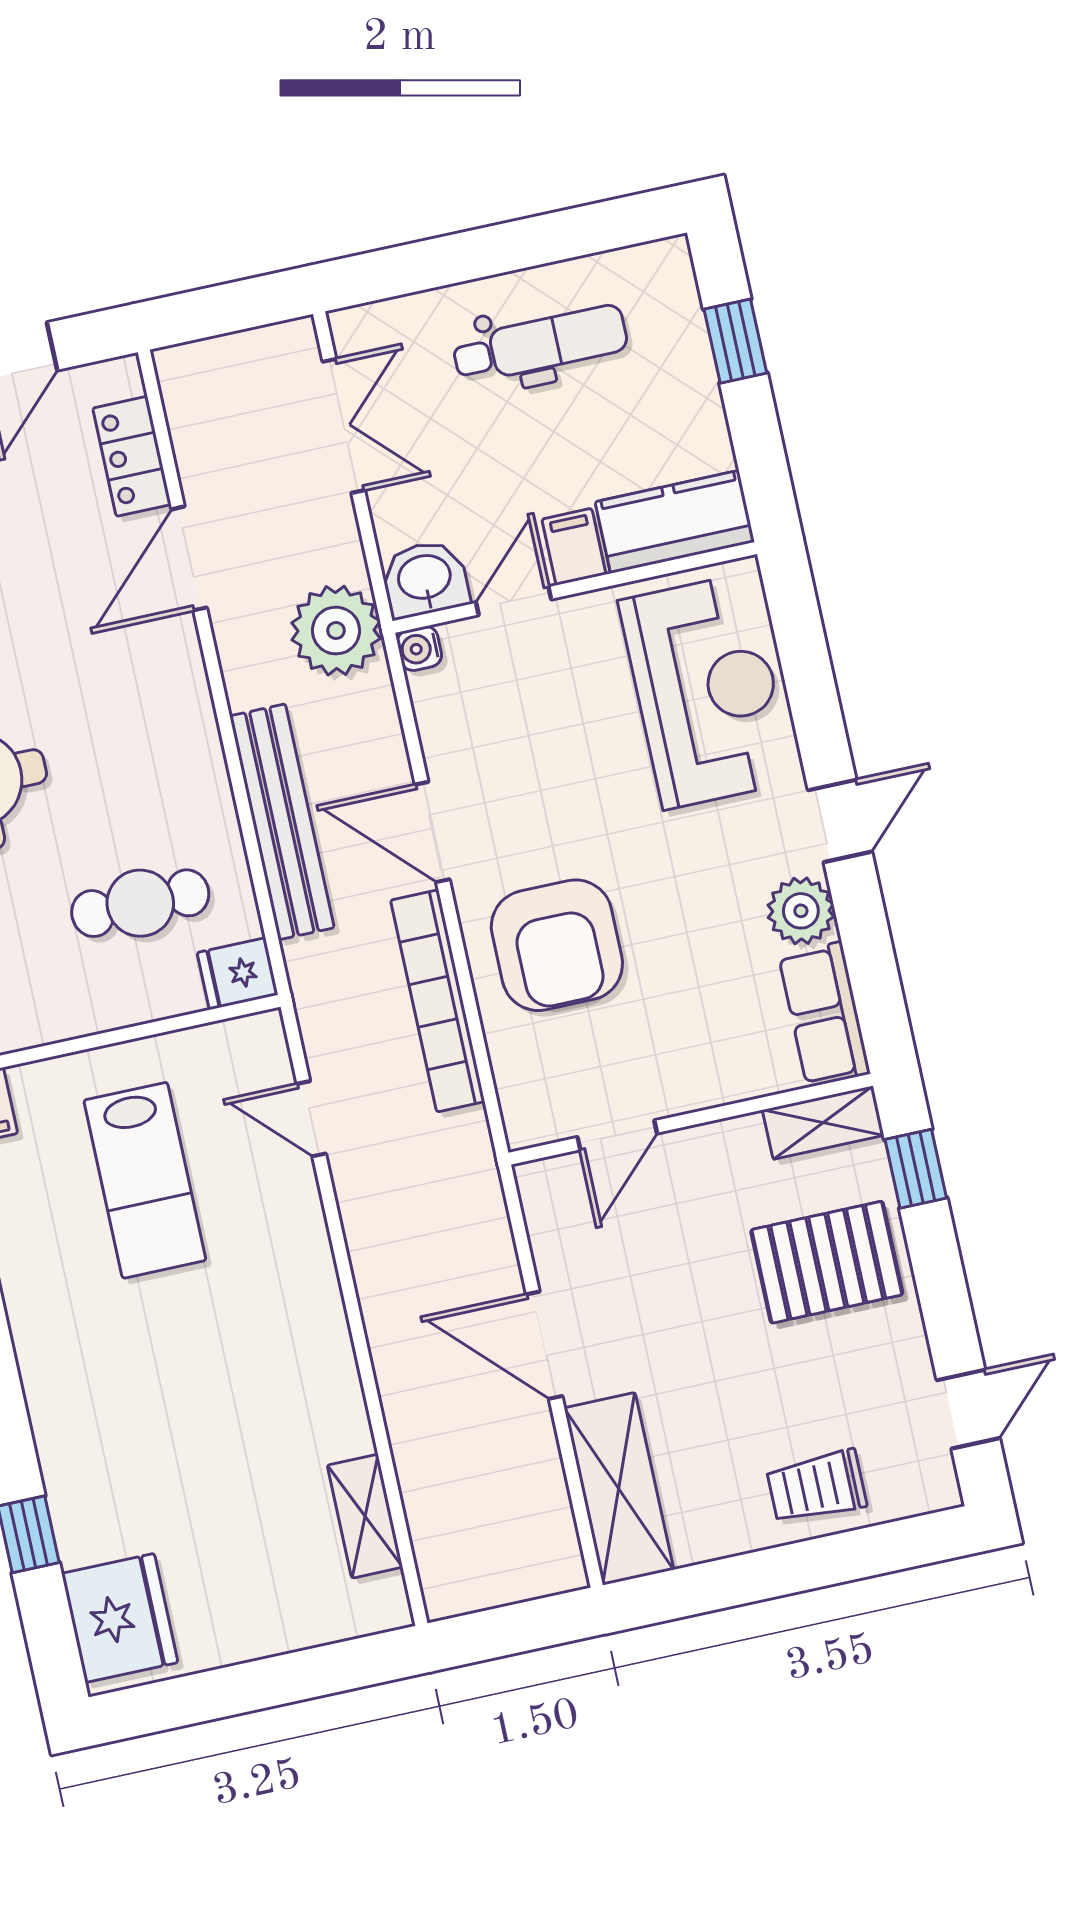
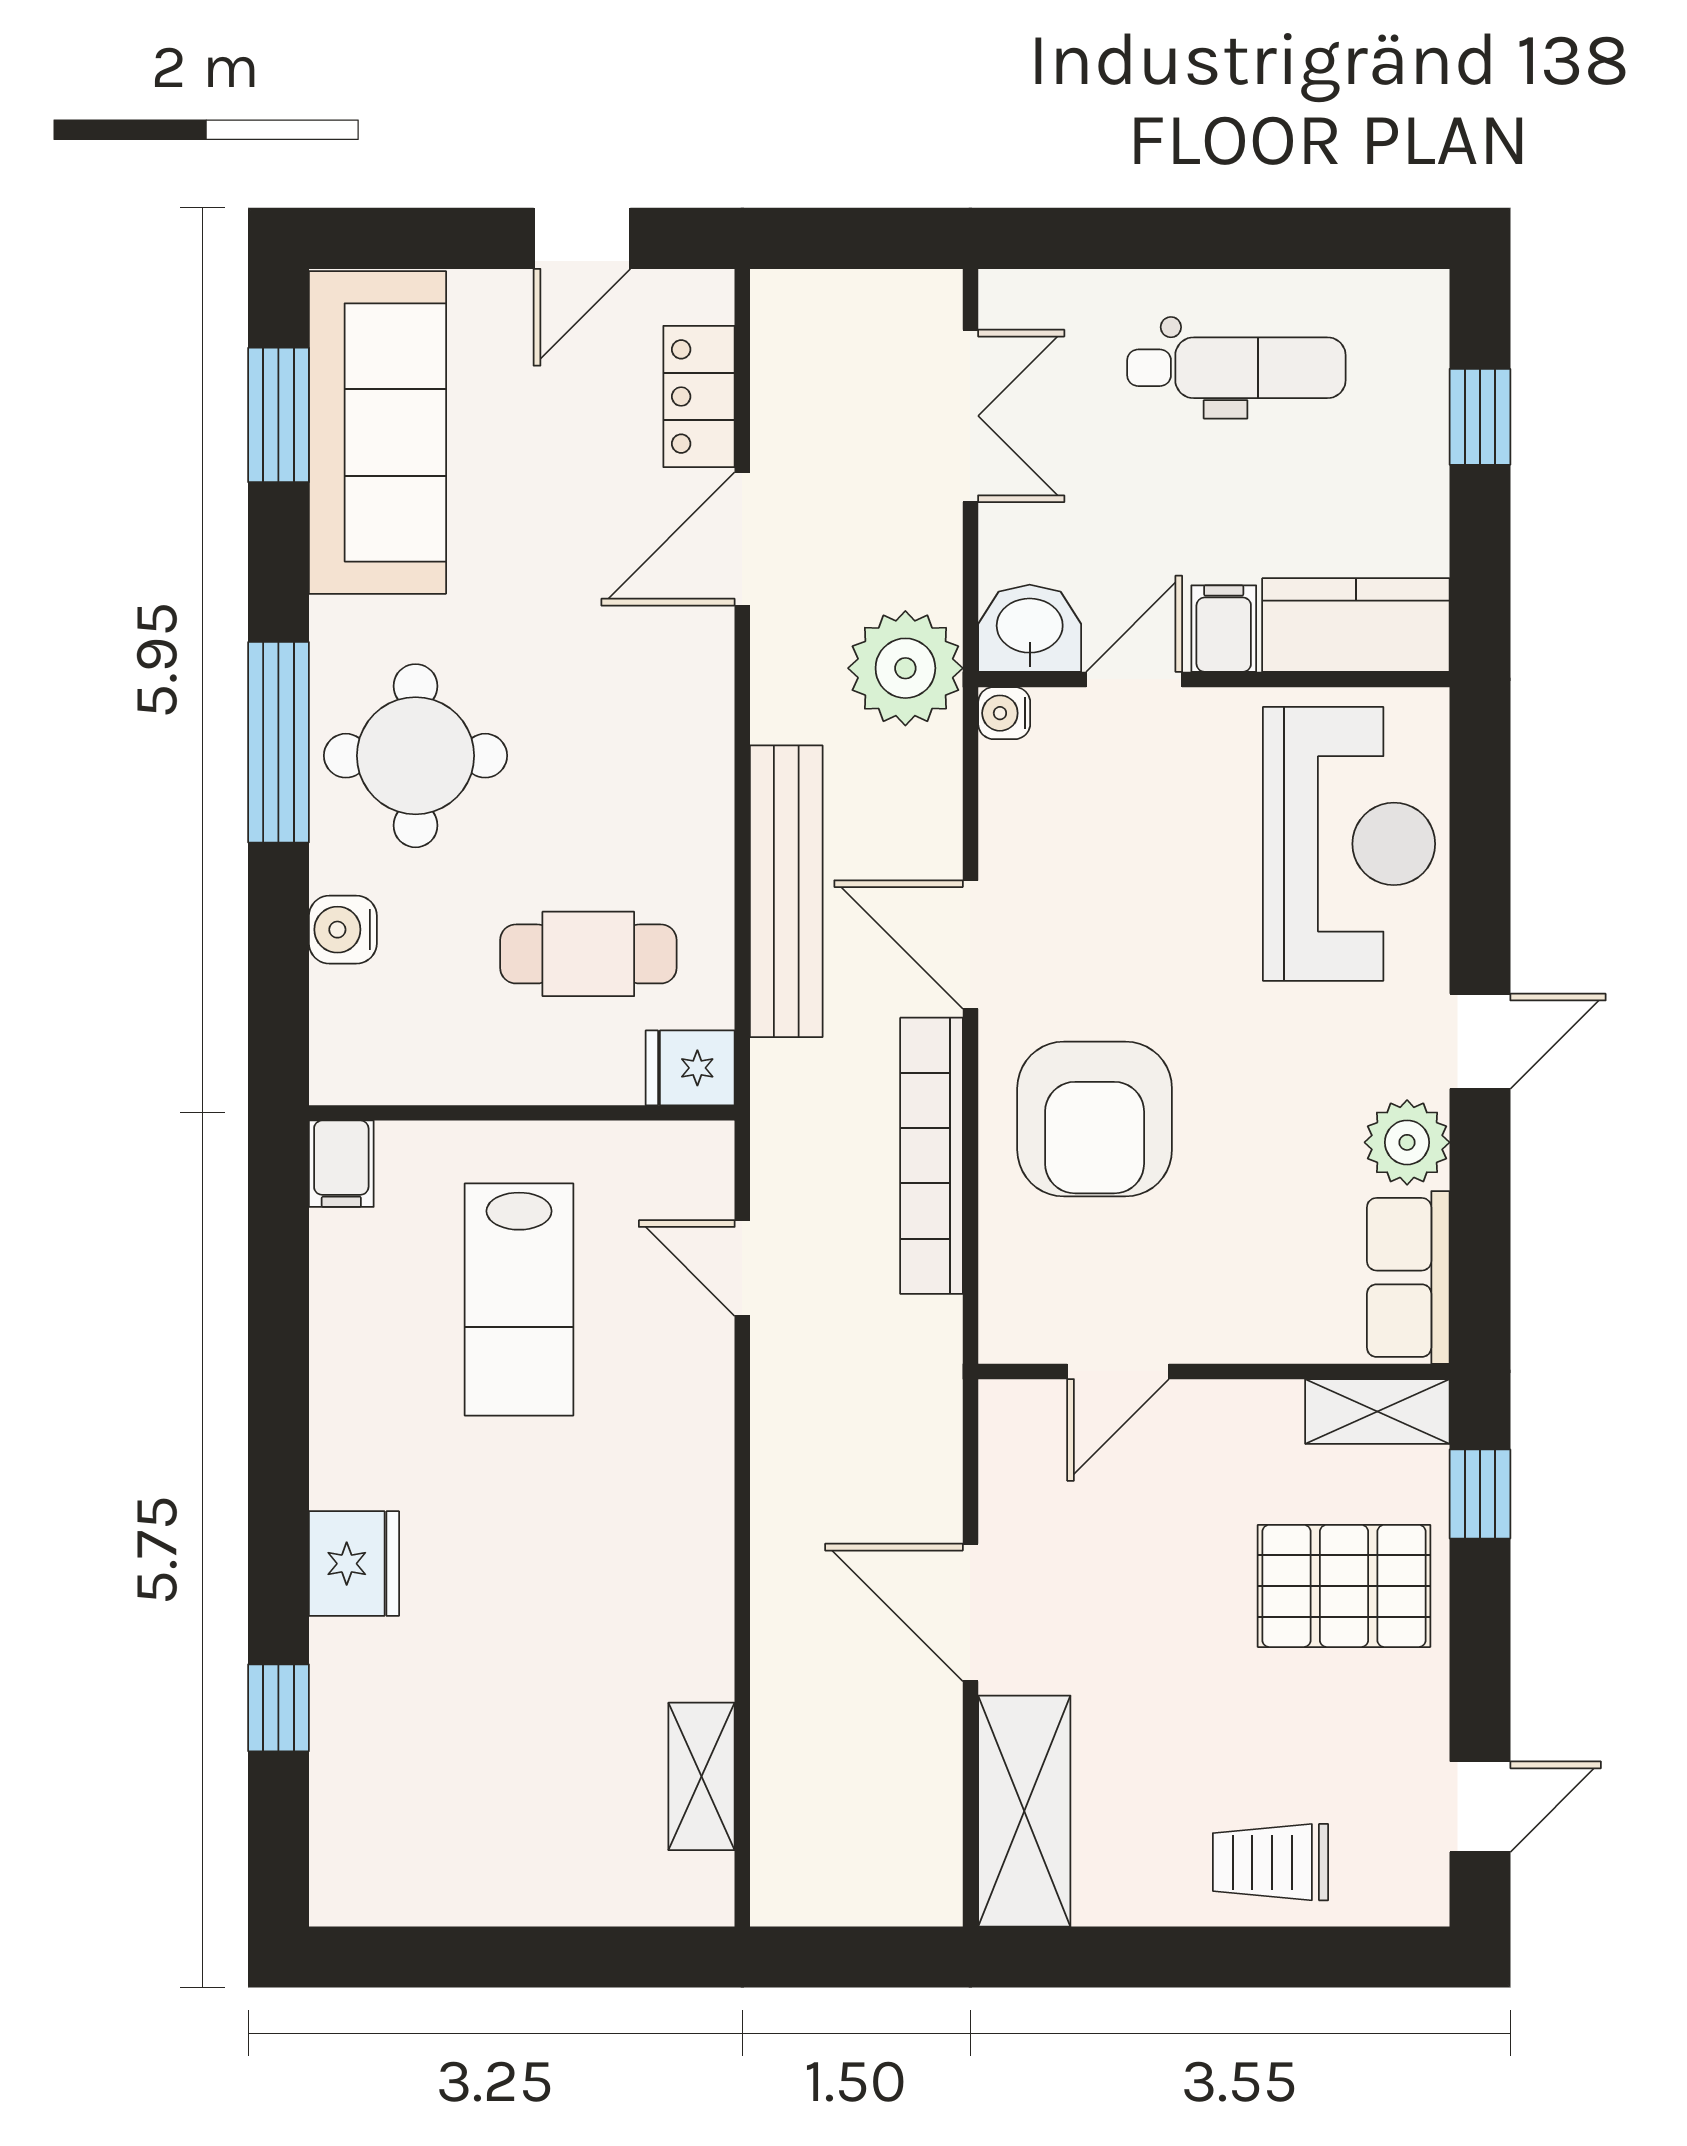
fridge: (120, 1618) -> (354, 1564), moved, width x0.73, depth x0.75

